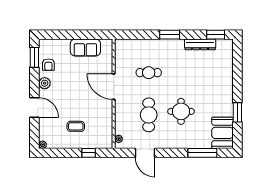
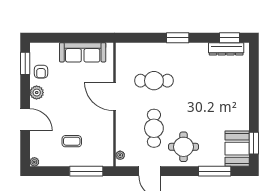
dresser: (200, 44) -> (226, 49), moved
sofa: (85, 48) -> (83, 52), width x1.36
cafe table: (149, 73) -> (154, 81), width x1.37, depth x1.35
round table: (181, 111) -> (184, 147), moved
window: (237, 112) -> (254, 143), moved
window: (89, 153) -> (86, 171), width x2.17

